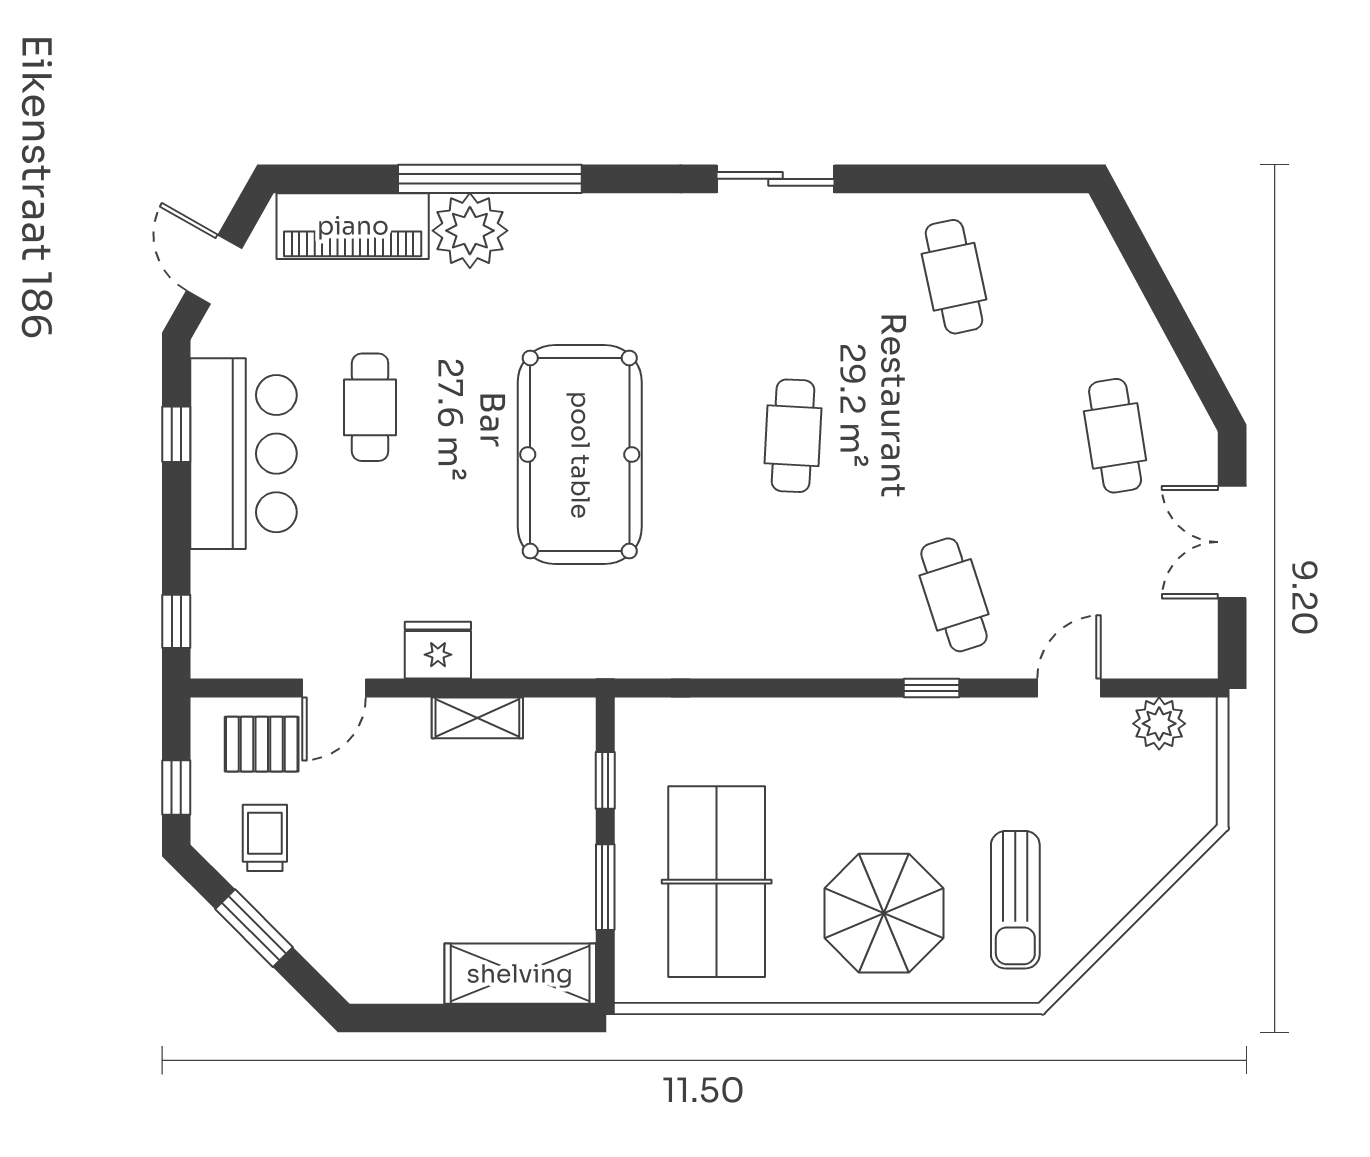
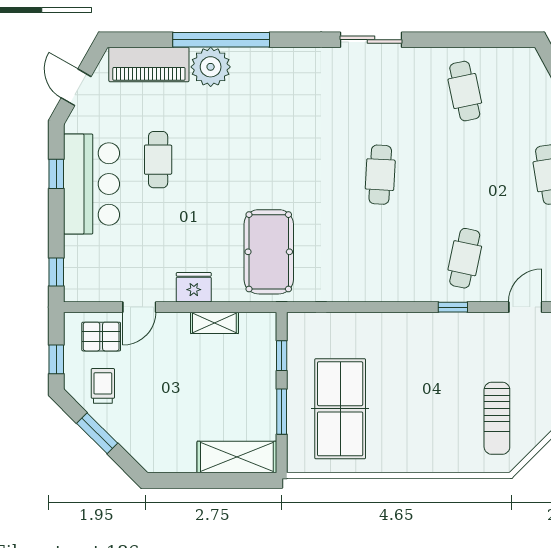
pool table: (580, 455) -> (269, 252), moved, width x0.73, depth x0.76
cafe table: (954, 595) -> (465, 258), turned 30
parasol: (884, 913) -> (428, 425), removed

